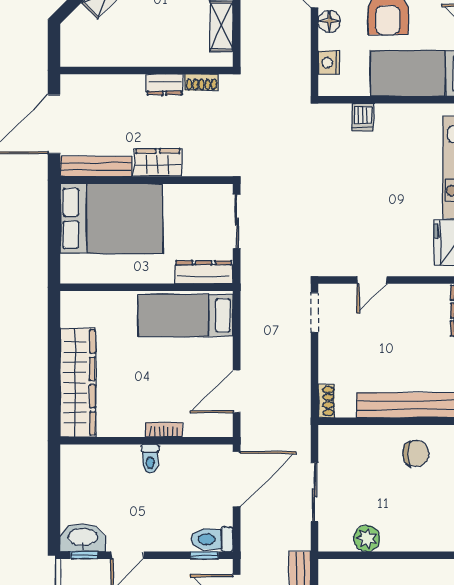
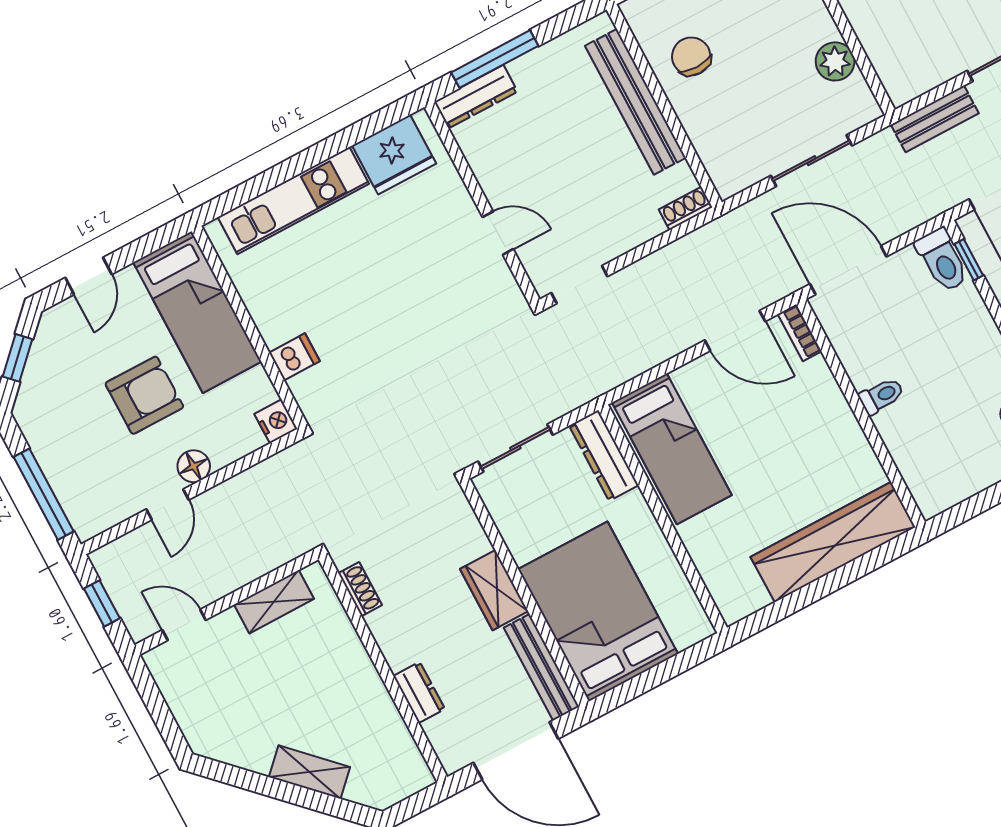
nightstand: (329, 63) -> (276, 421), moved, turned -90
dresser: (164, 84) -> (419, 693), moved
bookcase: (164, 430) -> (800, 333), moved

